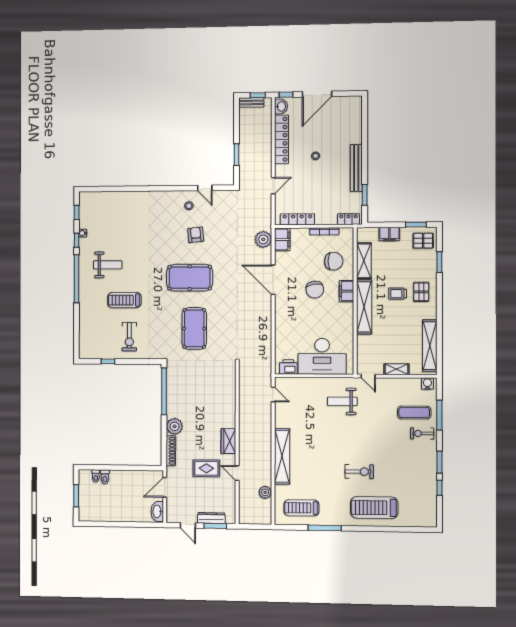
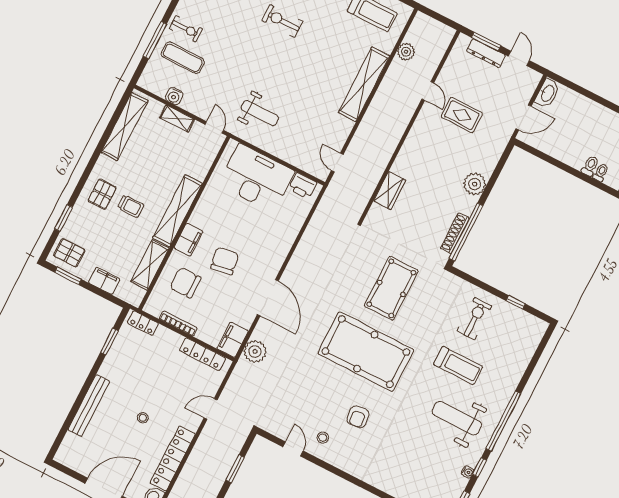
bench: (356, 168) -> (89, 406), moved
armchair: (196, 235) -> (358, 417), moved
weight bench: (108, 265) -> (457, 418), width x1.36, depth x1.33
pool table: (190, 278) -> (366, 352), width x1.36, depth x1.32
water cooler: (427, 384) -> (174, 96), moved
wardrobe: (228, 441) -> (390, 191), moved
shoe rack: (171, 451) -> (455, 233), moved

